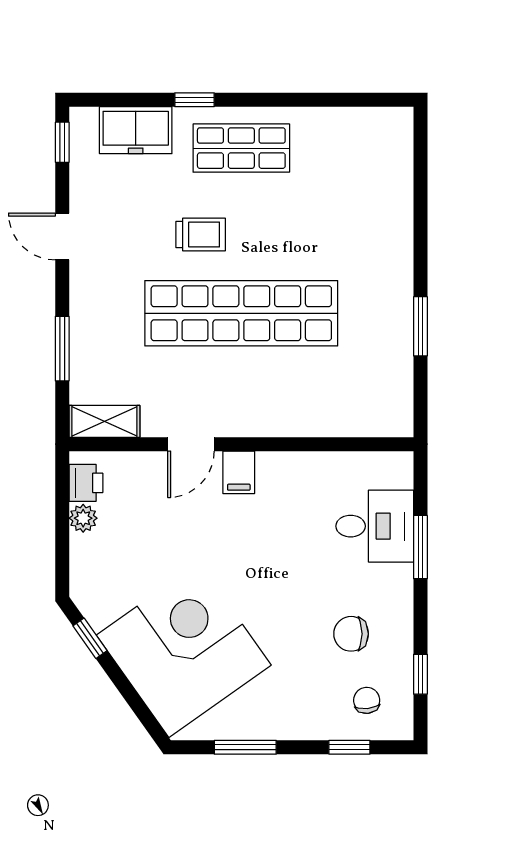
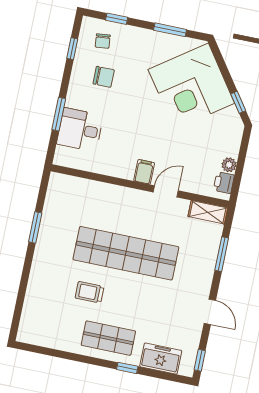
trolley: (201, 235) -> (89, 292), moved

